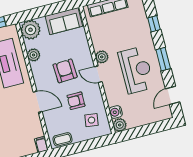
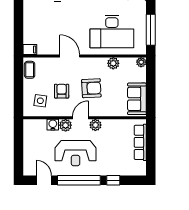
plant: (30, 30) -> (141, 62), width x0.53, depth x0.53
window: (163, 59) -> (79, 180), width x2.11
door: (38, 102) -> (70, 56), swing flipped
water cooler: (116, 112) -> (53, 125), moved
plant: (120, 125) -> (66, 125), moved

